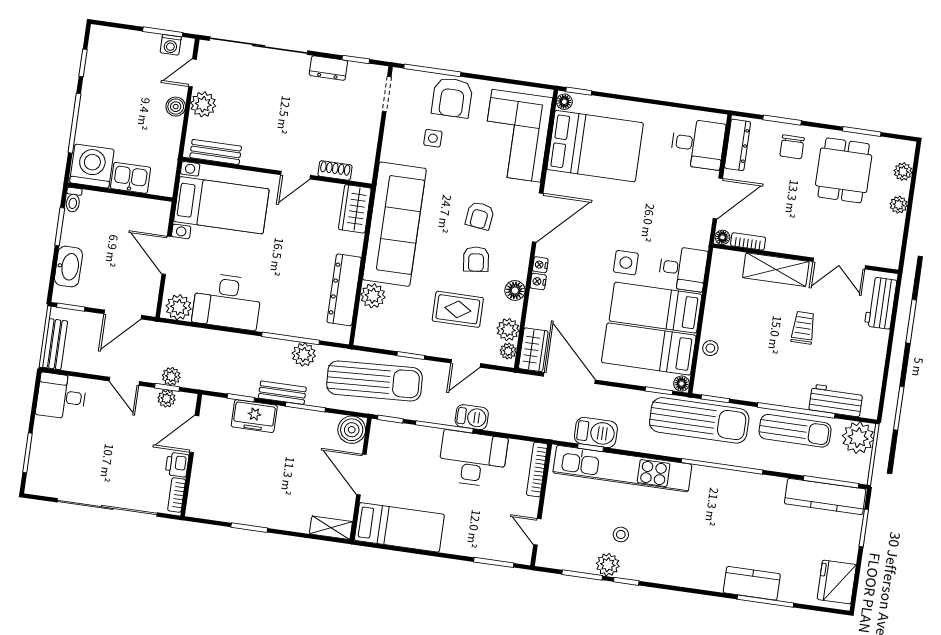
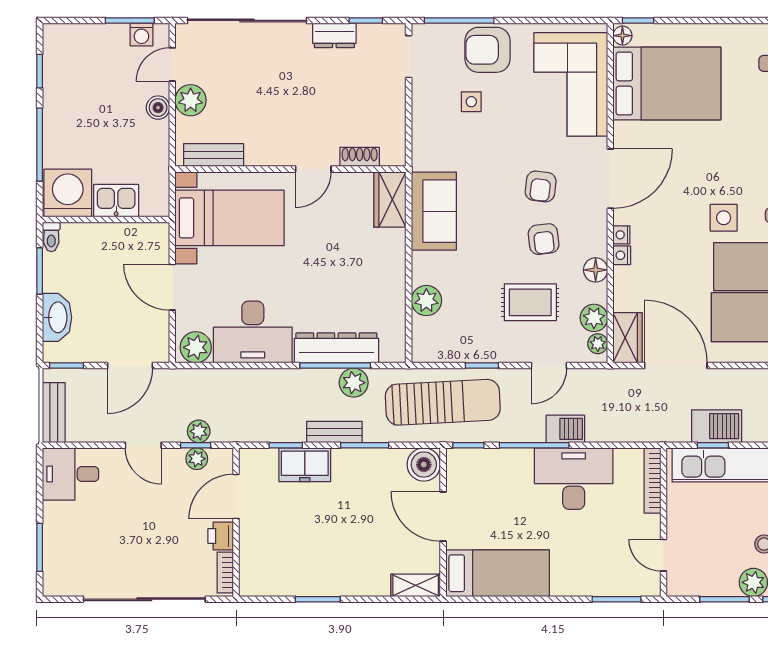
armchair: (452, 98) -> (487, 50), turned 90
sofa: (394, 224) -> (434, 211), width x0.54, depth x0.79
dresser: (344, 290) -> (336, 348), moved, turned 90

